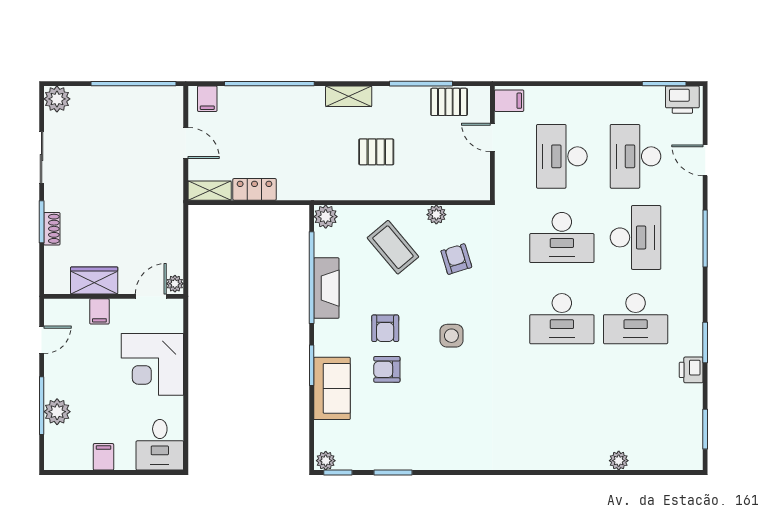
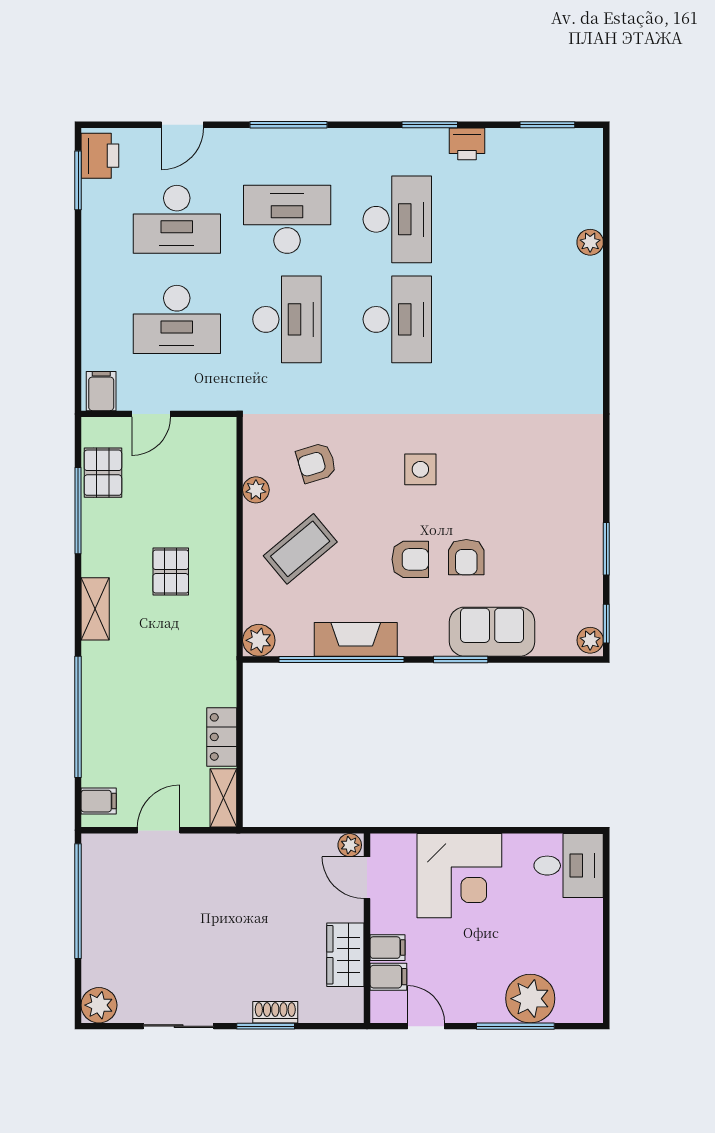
plant: (57, 412) -> (530, 999), width x1.36, depth x1.36
filing cabinet: (104, 457) -> (388, 977), moved, turned 180

